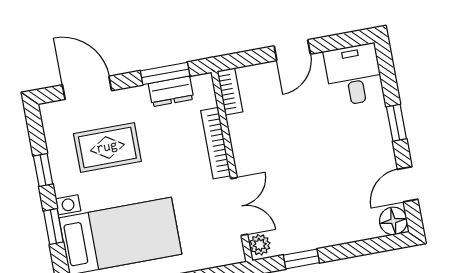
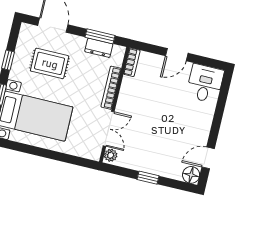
window: (396, 123) -> (217, 121), removed
window: (301, 259) -> (148, 178), moved

